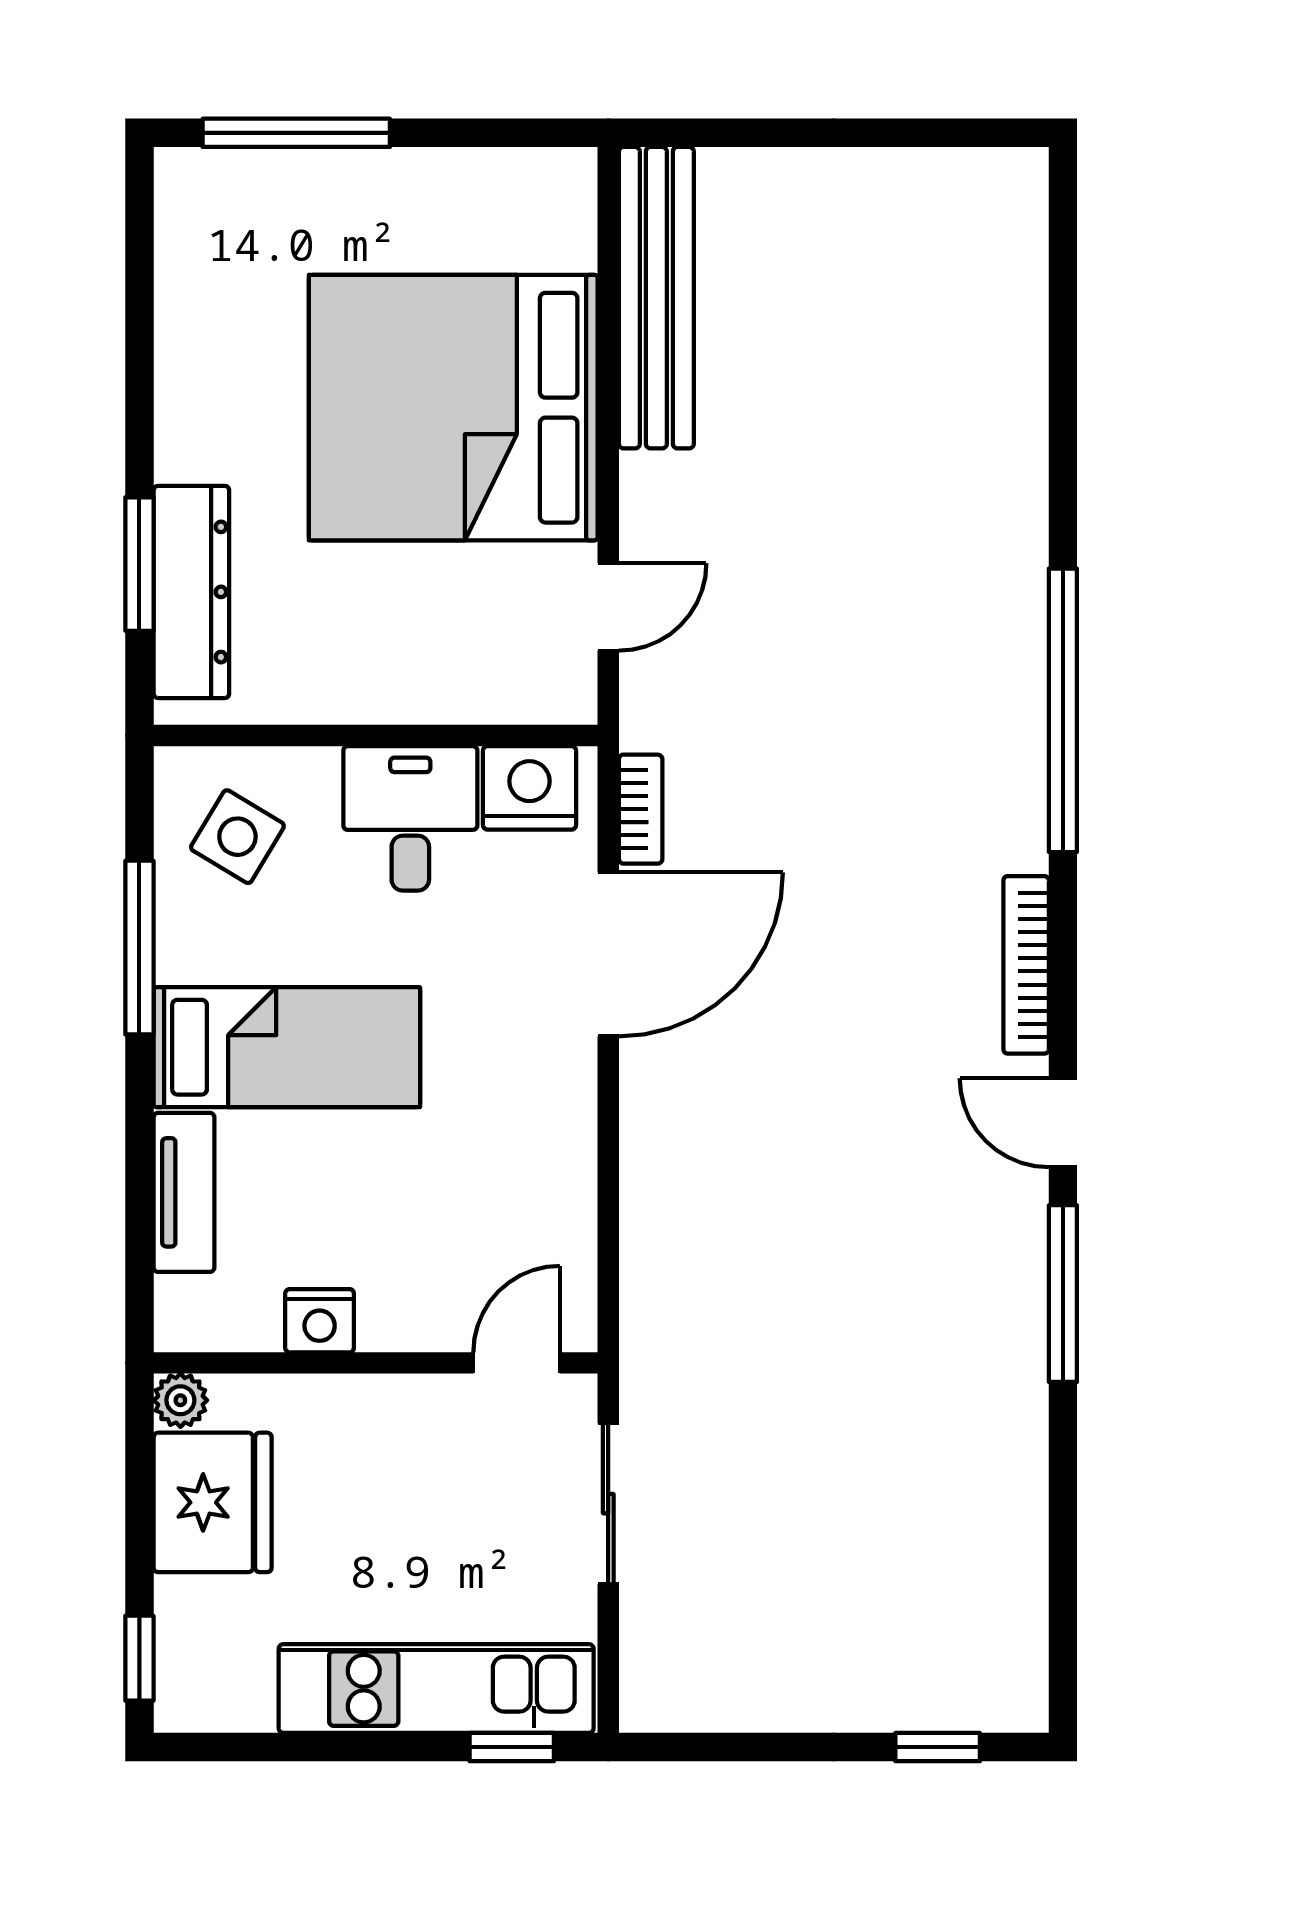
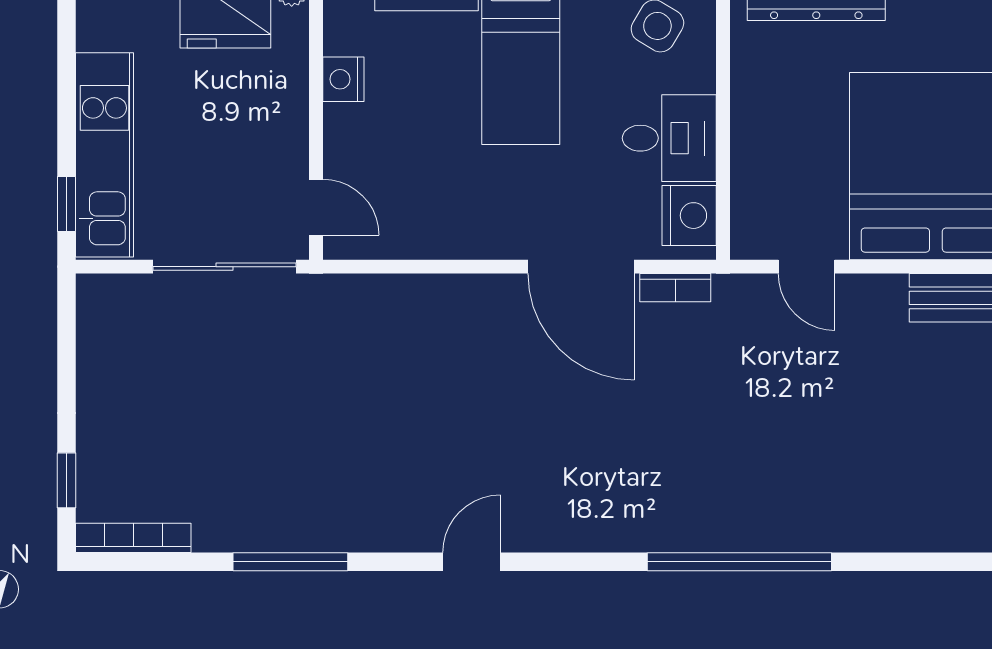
bookcase: (1026, 965) -> (133, 538), moved
window: (1063, 1294) -> (290, 562), moved
sliding door: (608, 1504) -> (225, 267), width x1.37

